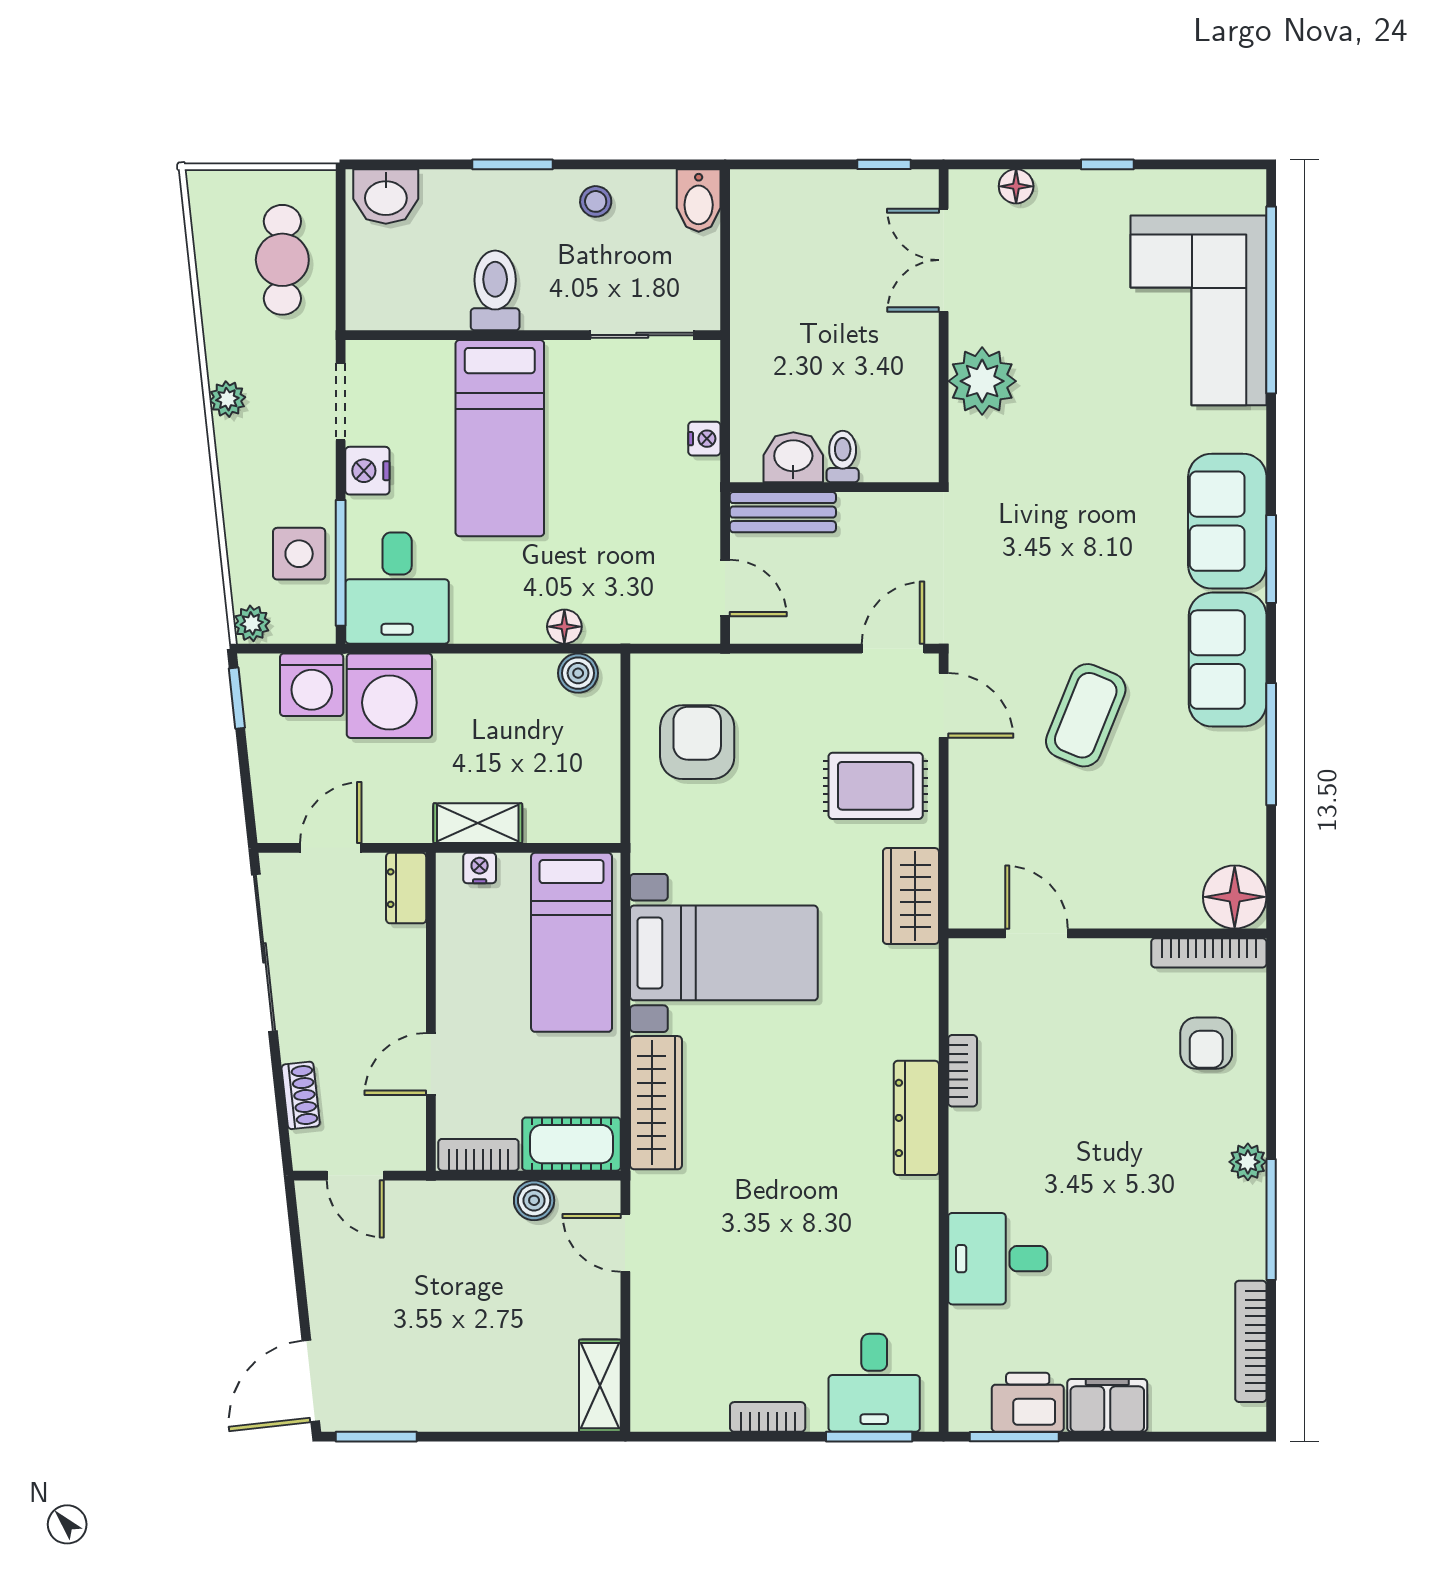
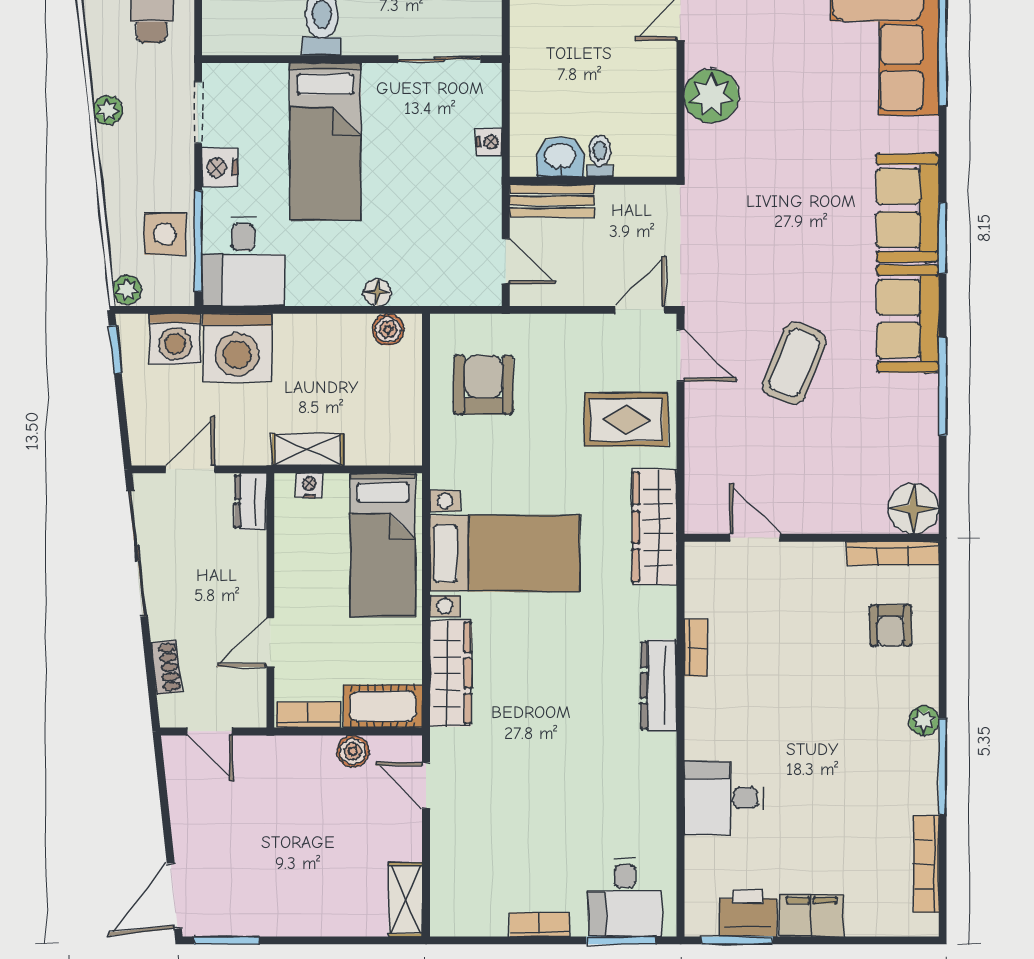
wardrobe: (911, 896) -> (654, 527), width x1.50

